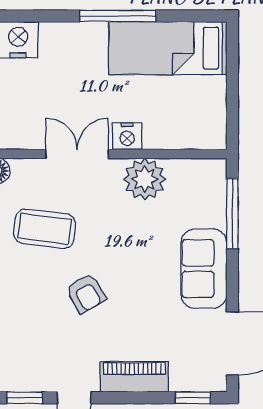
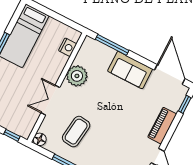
nightstand: (127, 136) -> (68, 47), moved
armchair: (86, 293) -> (114, 128), removed

